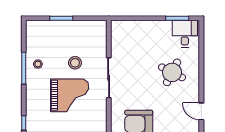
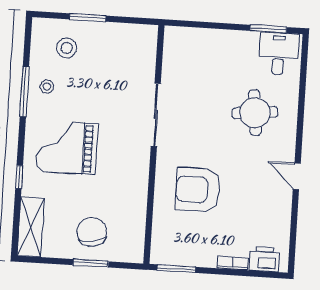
stool: (75, 63) -> (67, 48), moved
round table: (172, 72) -> (255, 113), turned -33
grand piano: (70, 95) -> (67, 147), moved, turned 180

